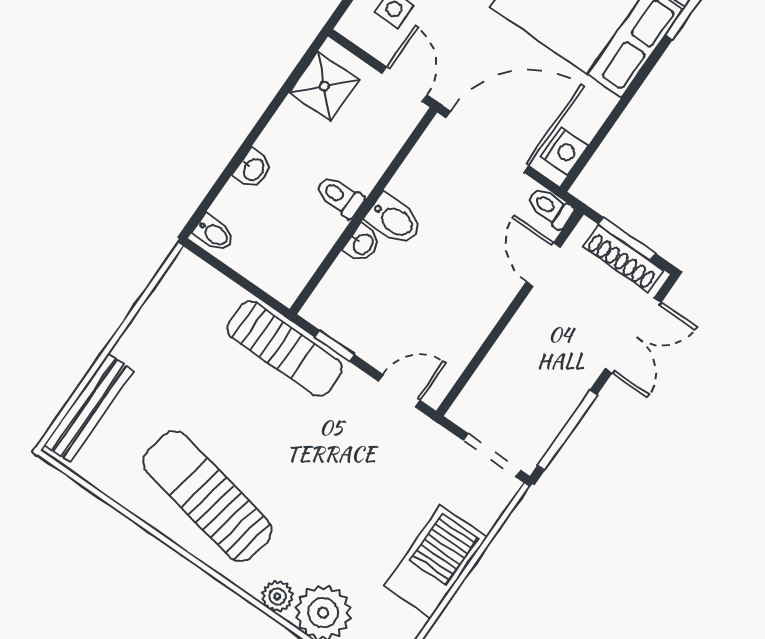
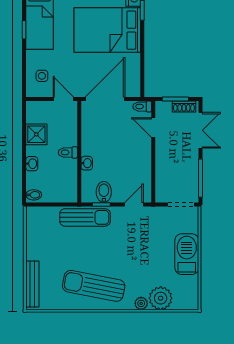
shower: (324, 86) -> (36, 134), moved
nightstand: (564, 151) -> (133, 84), removed
bidet: (394, 220) -> (104, 192), moved, turned -90
shoe rack: (623, 258) -> (184, 106), width x0.70

